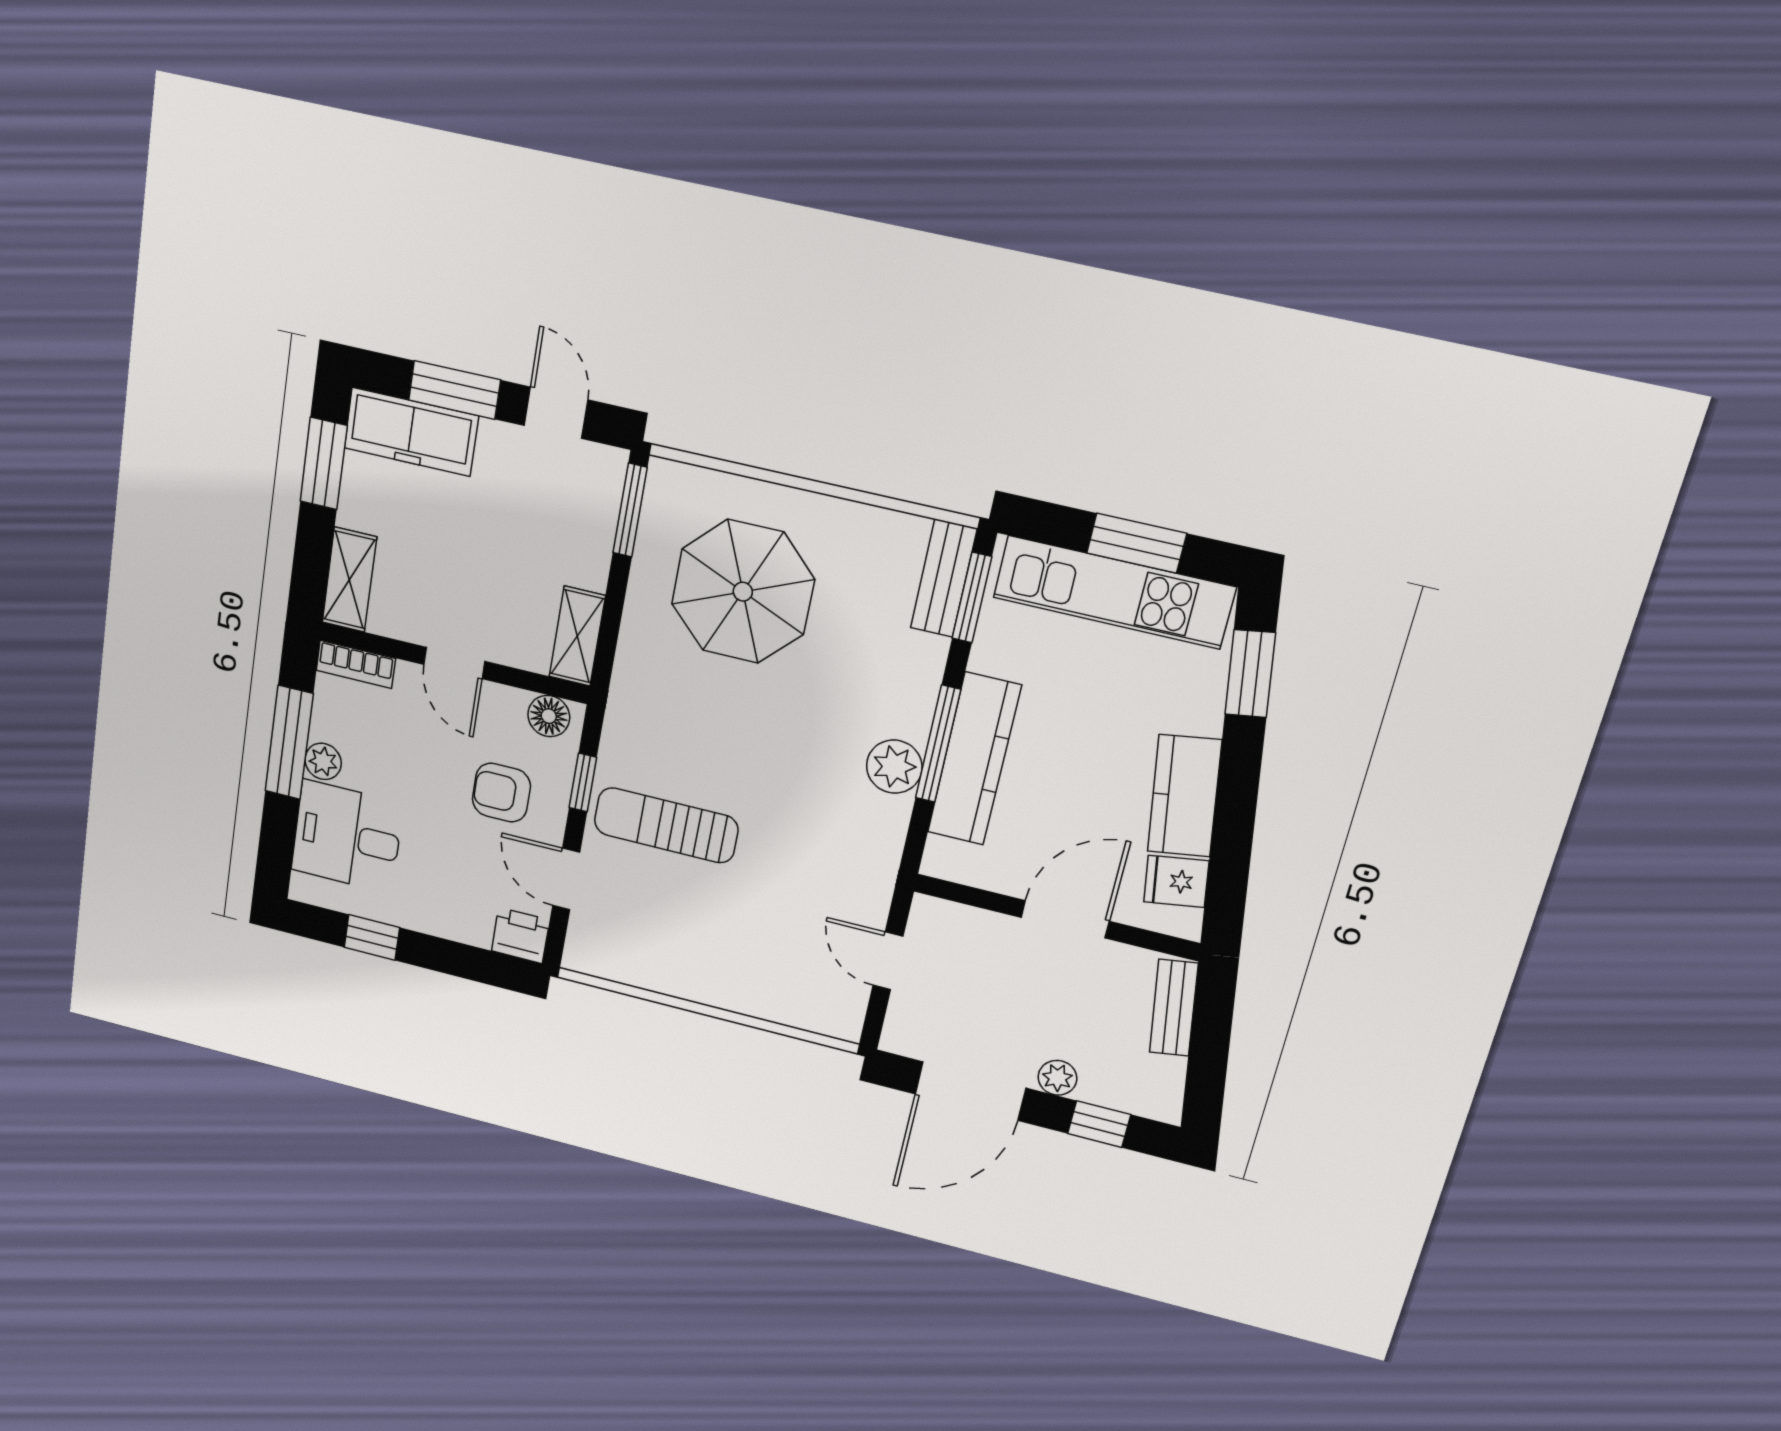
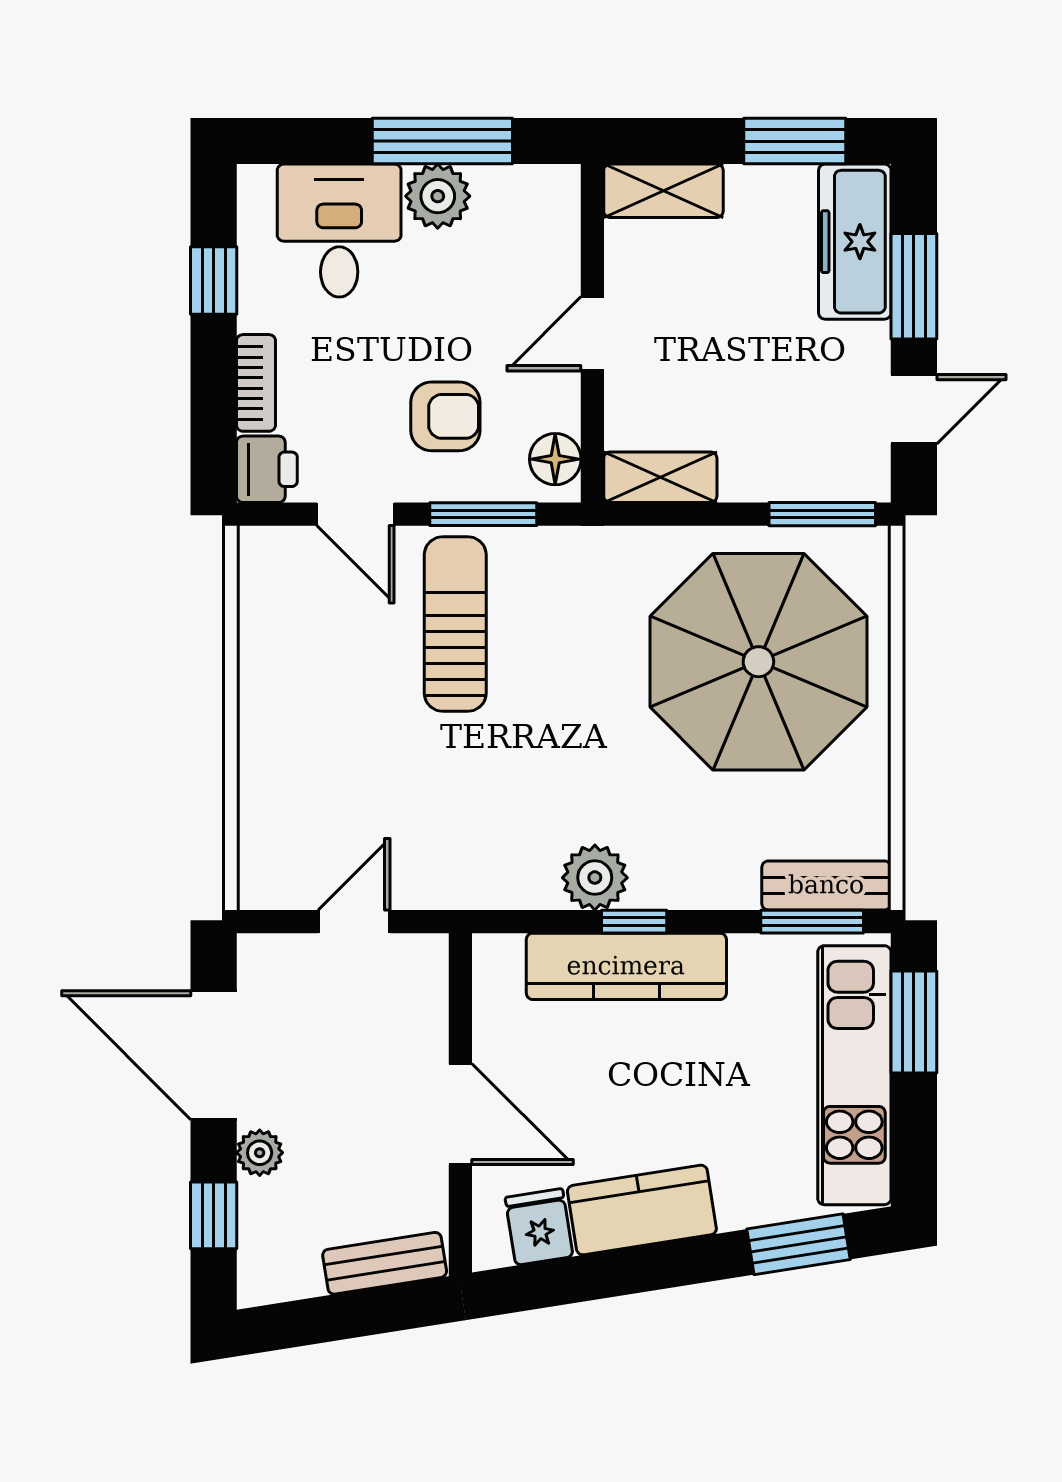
window: (1137, 543) -> (914, 1022), moved
parasol: (743, 592) -> (758, 662), width x1.36, depth x1.36
bookcase: (356, 664) -> (256, 383), moved, turned 180
window: (938, 744) -> (634, 922), width x0.46
plant: (323, 761) -> (438, 196), width x1.38, depth x1.38
window: (583, 782) -> (483, 514), width x1.50
armchair: (501, 793) -> (445, 416), turned 90
door: (566, 879) -> (356, 514), swing flipped

